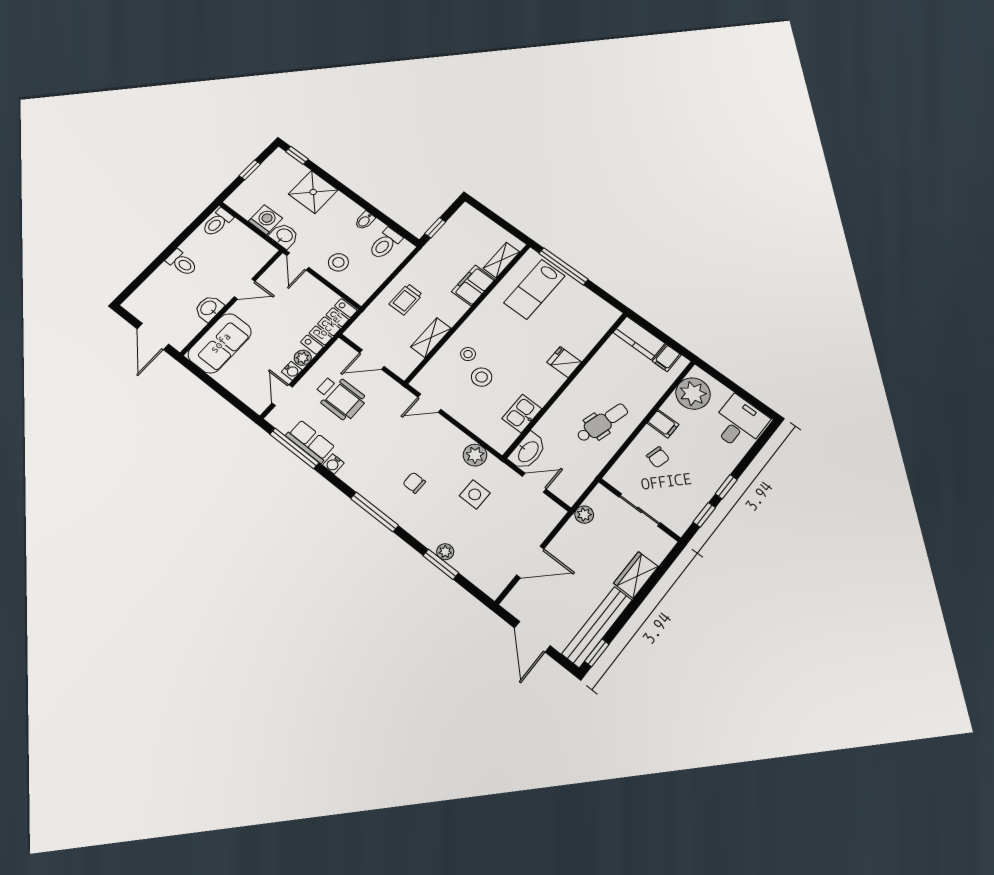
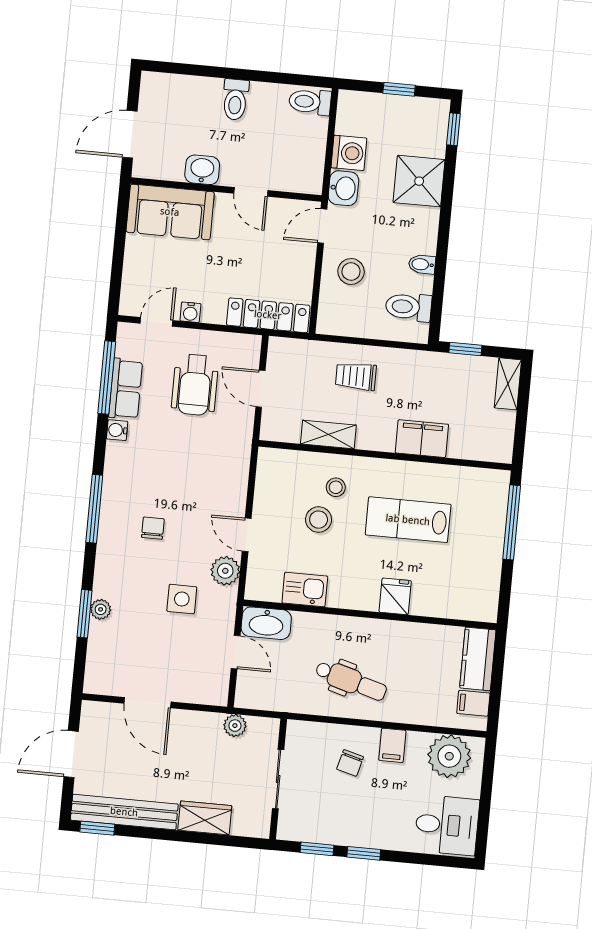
shelving: (501, 260) -> (508, 384), moved, turned 90
lab bench: (534, 289) -> (408, 520), moved
plant: (303, 358) -> (213, 313), removed
door: (429, 403) -> (247, 535), moved

